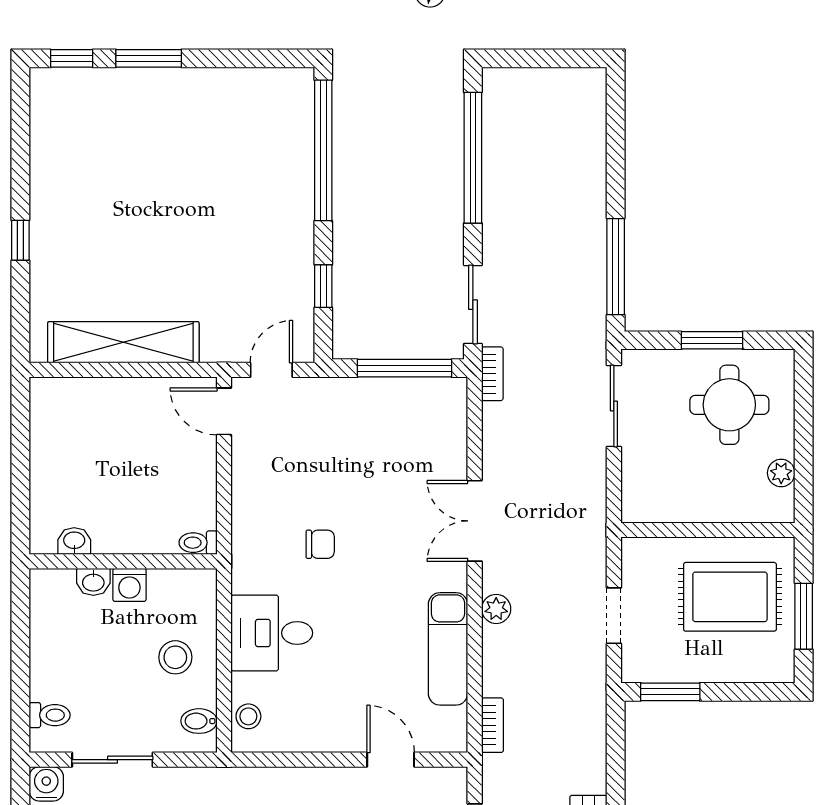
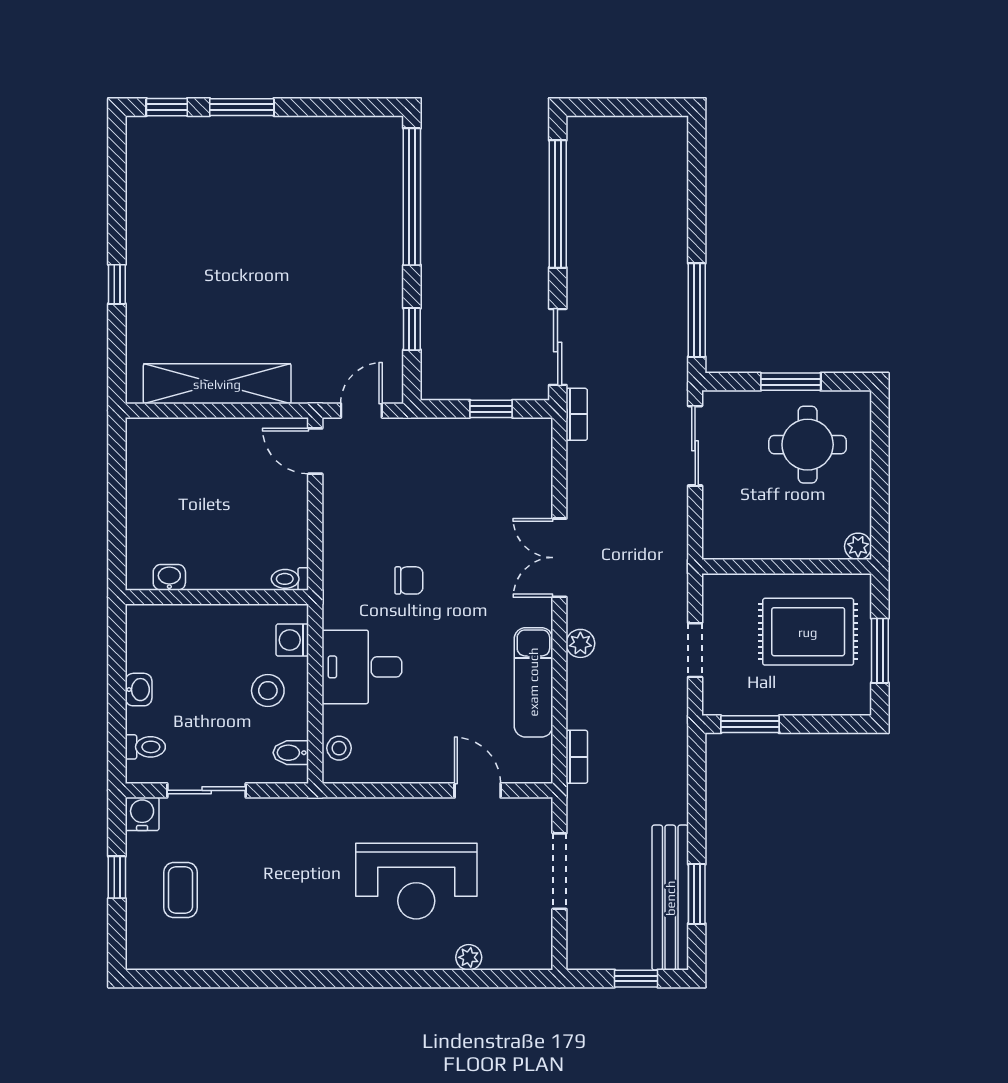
window: (404, 368) -> (491, 409), width x0.46
plant: (781, 473) -> (858, 546), moved
washbasin: (93, 582) -> (139, 690), moved, turned -90
washing machine: (129, 585) -> (292, 640), moved, turned 90

